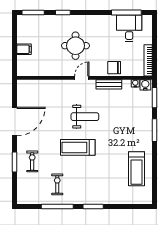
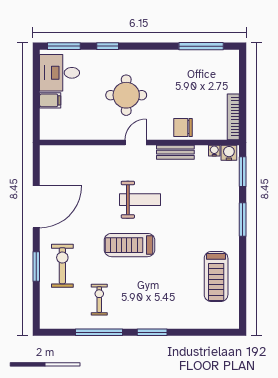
desk: (129, 28) -> (60, 73), moved, turned -90
exercise bike: (32, 161) -> (62, 266), width x1.38, depth x1.39

